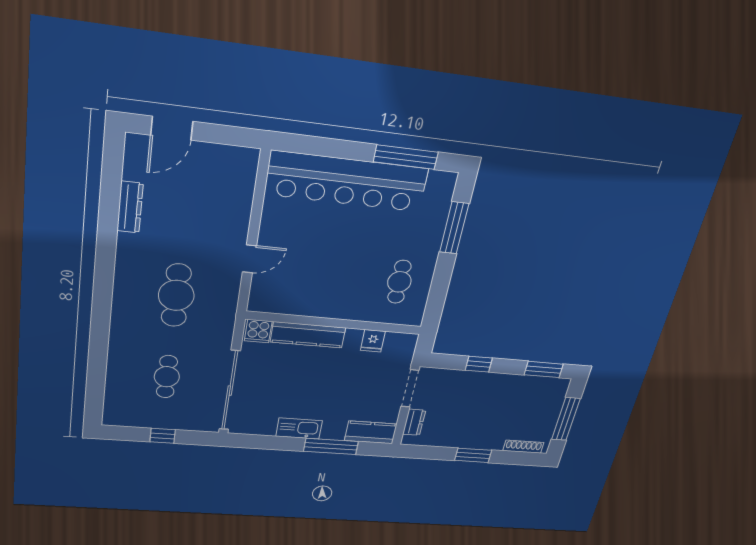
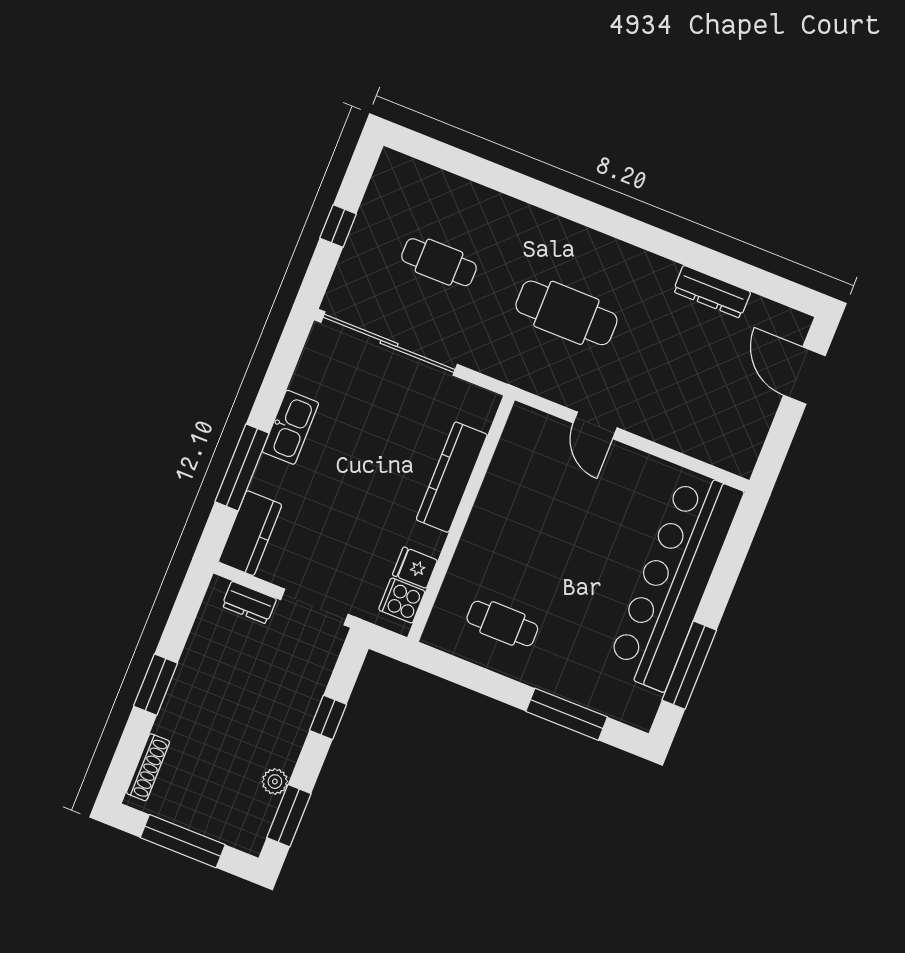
cooker: (258, 331) -> (402, 601), moved
plant: (523, 382) -> (275, 782), added

